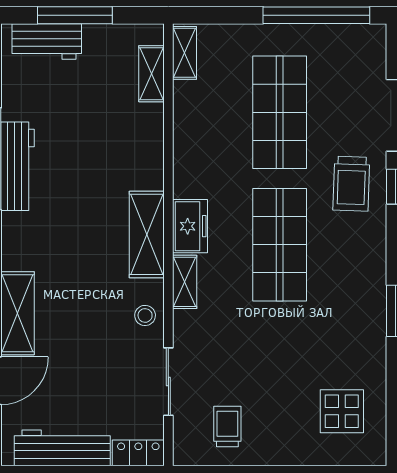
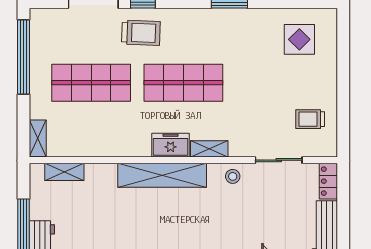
shelving: (185, 53) -> (38, 138), moved, turned 90
shelving: (147, 234) -> (162, 175), width x1.47

